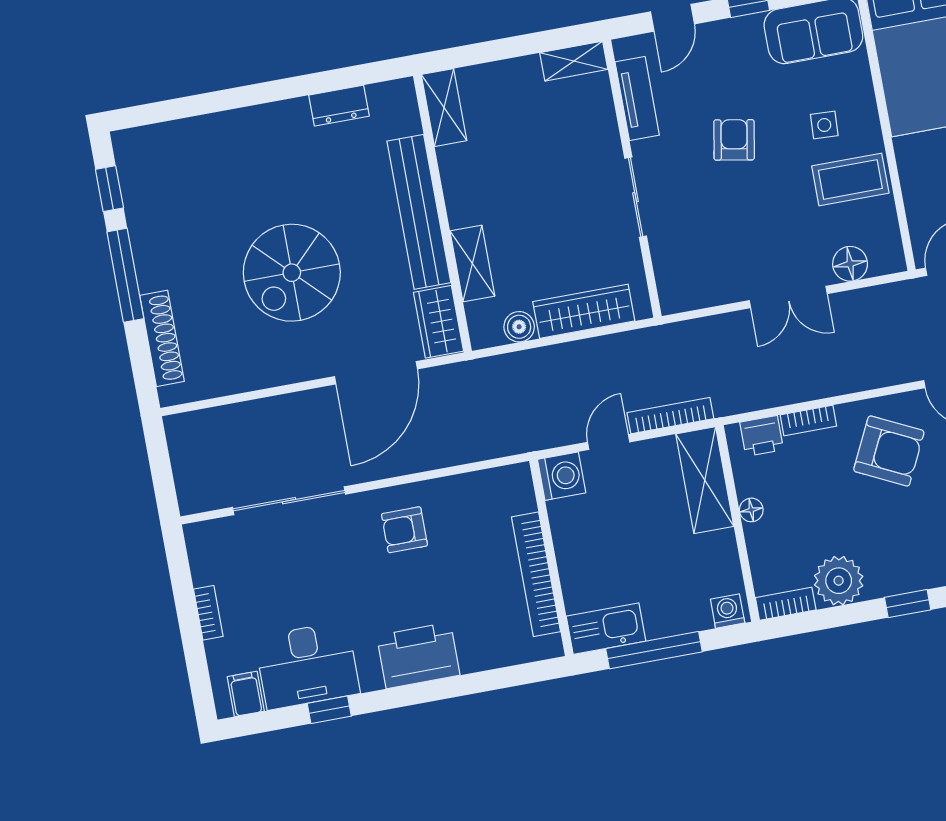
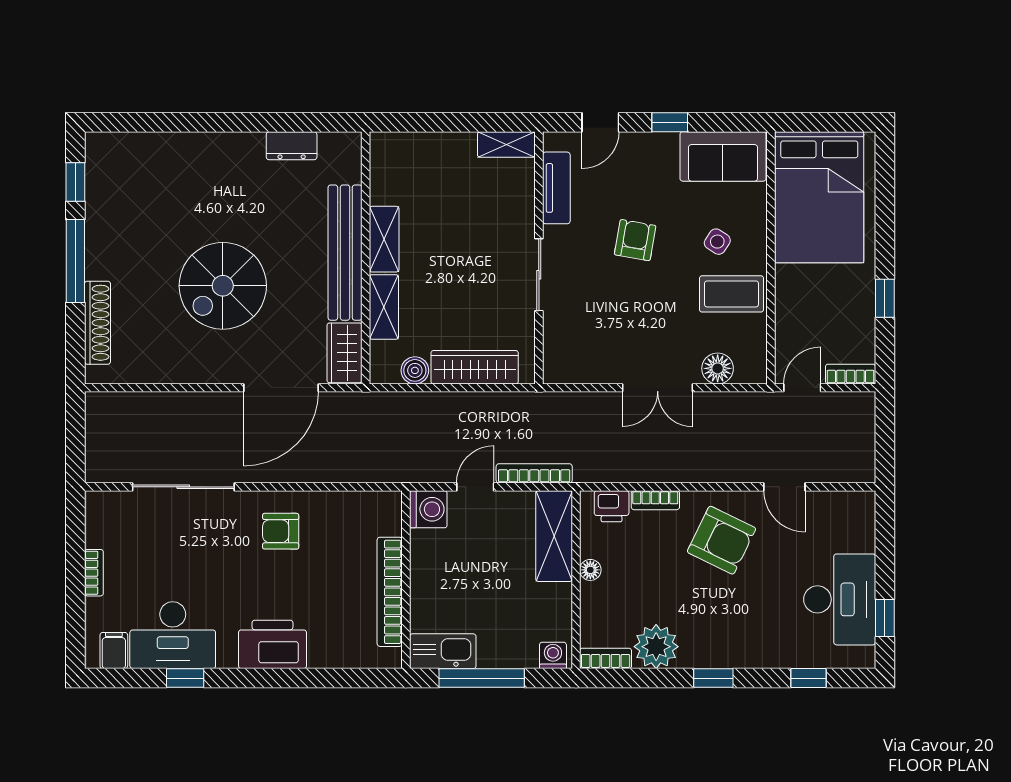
shelving: (444, 108) -> (384, 239), moved
side table: (824, 125) -> (717, 242), turned 30

